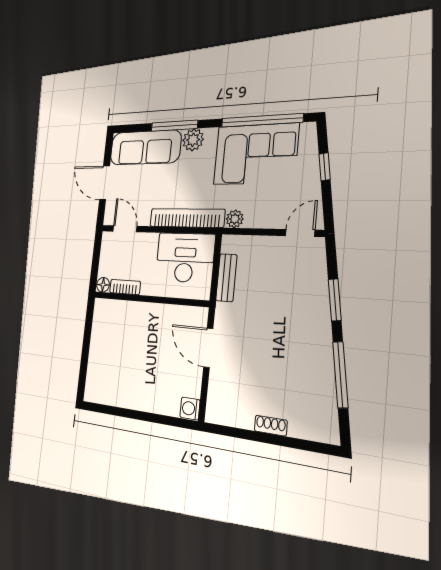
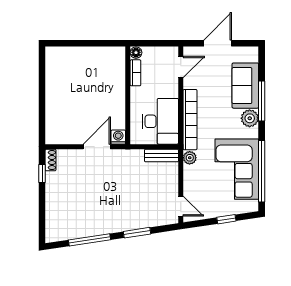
sofa: (145, 148) -> (245, 86), width x0.73
bench: (226, 278) -> (161, 156), moved
washing machine: (190, 409) -> (118, 137), moved
shoe rack: (271, 426) -> (51, 160), moved
window: (237, 433) -> (42, 173), added

